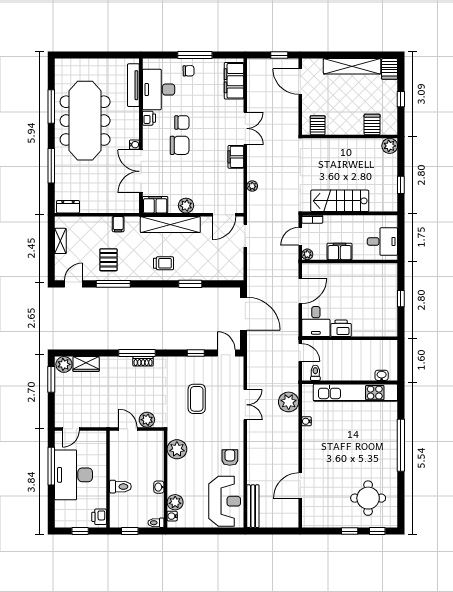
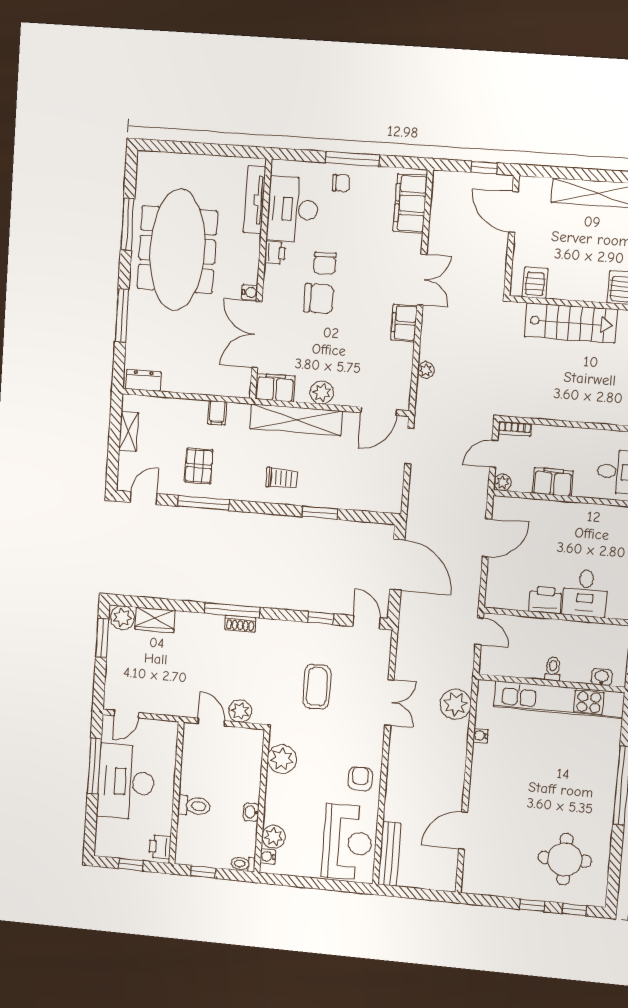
chair: (182, 122) -> (325, 263), turned 90
stairs: (340, 201) -> (571, 323), moved, turned 180
desk: (316, 322) -> (585, 593), moved
toilet: (315, 373) -> (553, 669), moved

